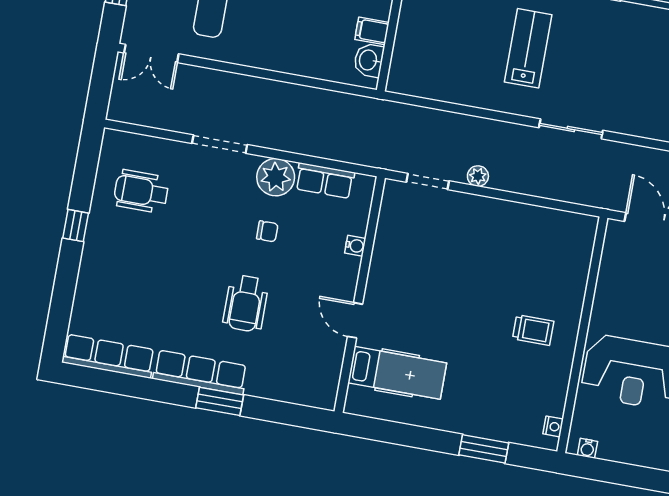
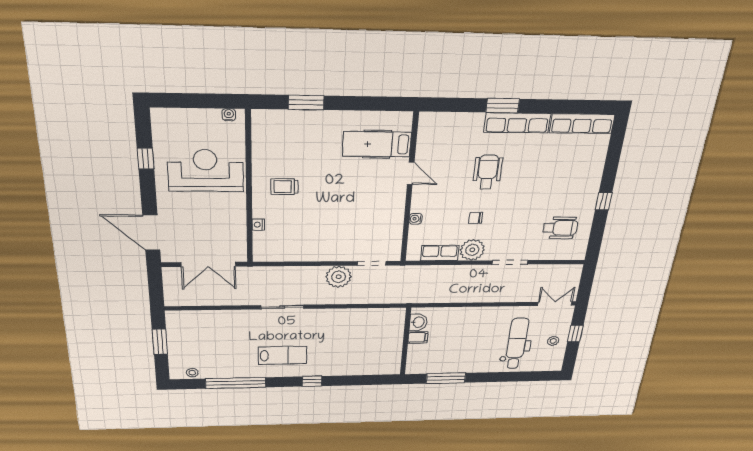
lab bench: (528, 48) -> (283, 355), moved, turned -90
plant: (478, 176) -> (339, 277), width x1.87, depth x1.87
nightstand: (553, 426) -> (258, 225), moved

